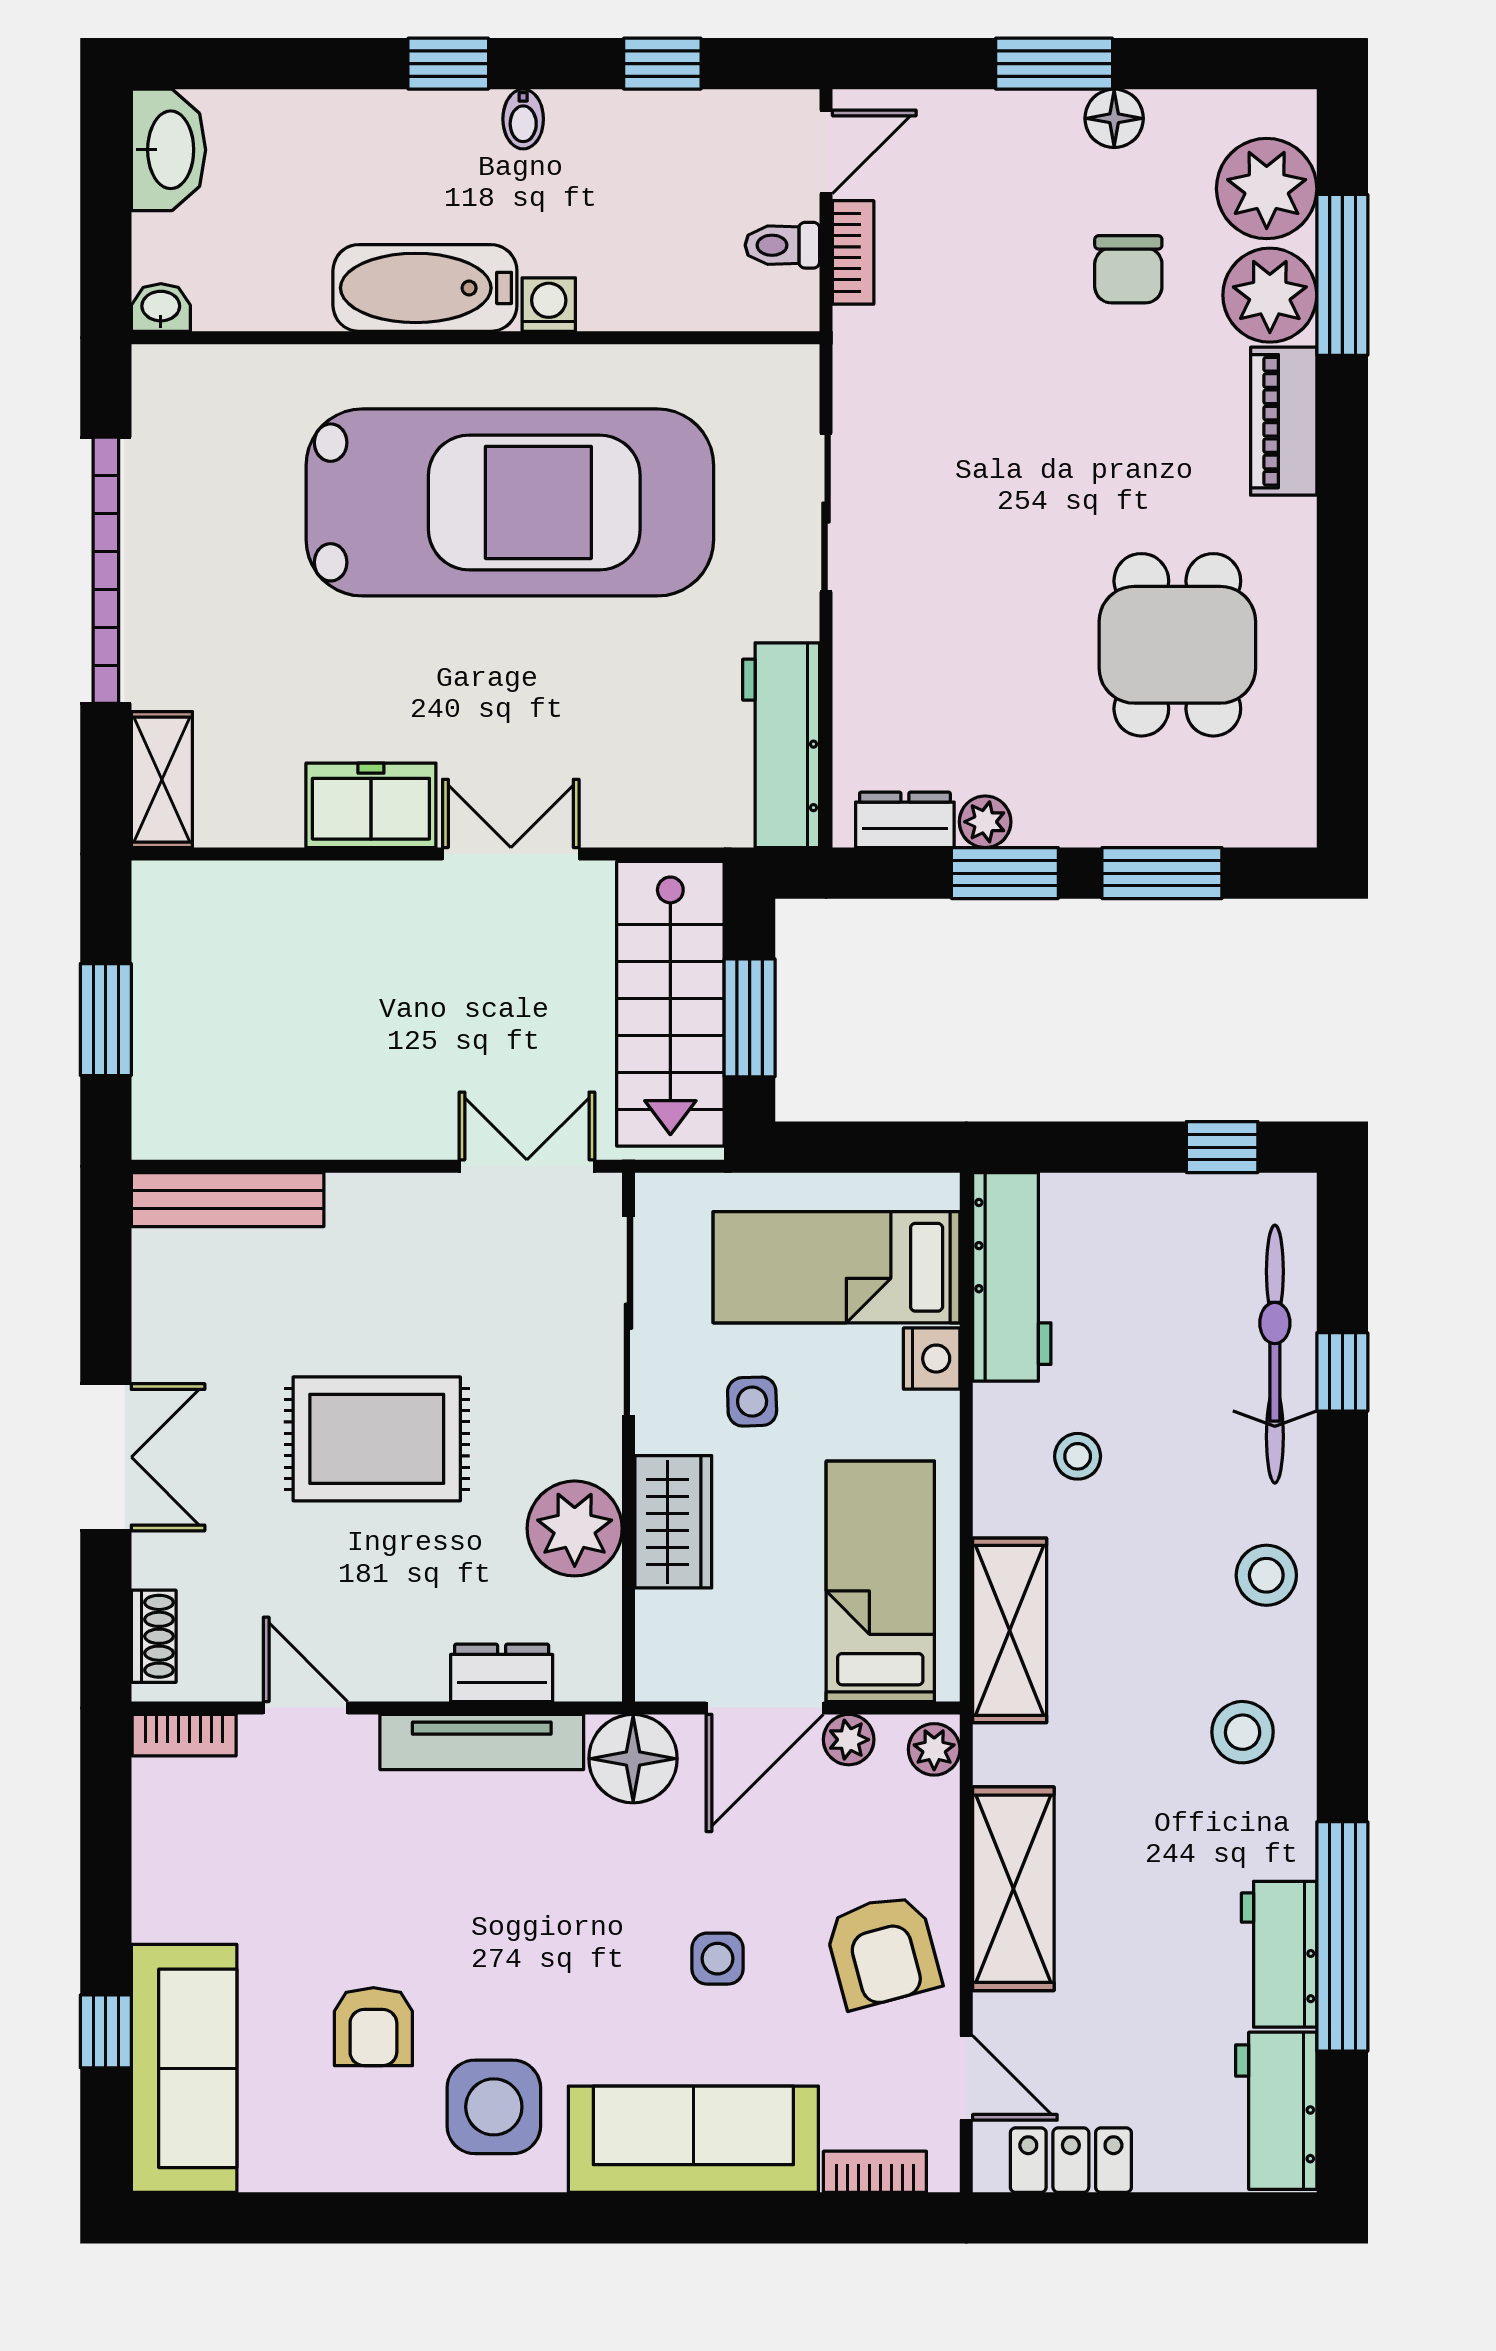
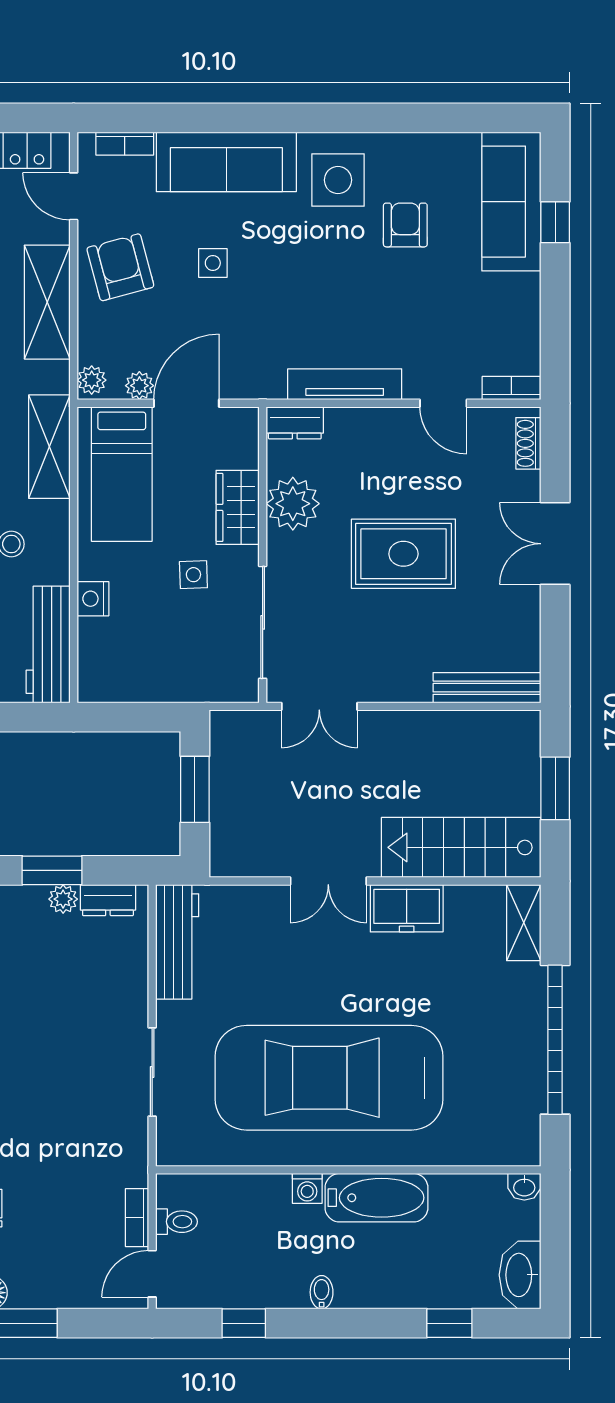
window: (448, 64) -> (449, 1323), moved
stairs: (670, 1004) -> (461, 847), moved, turned -90
bed: (836, 1267) -> (146, 650), removed
dresser: (502, 1673) -> (295, 423), moved
floor lamp: (633, 1759) -> (260, 375), removed

